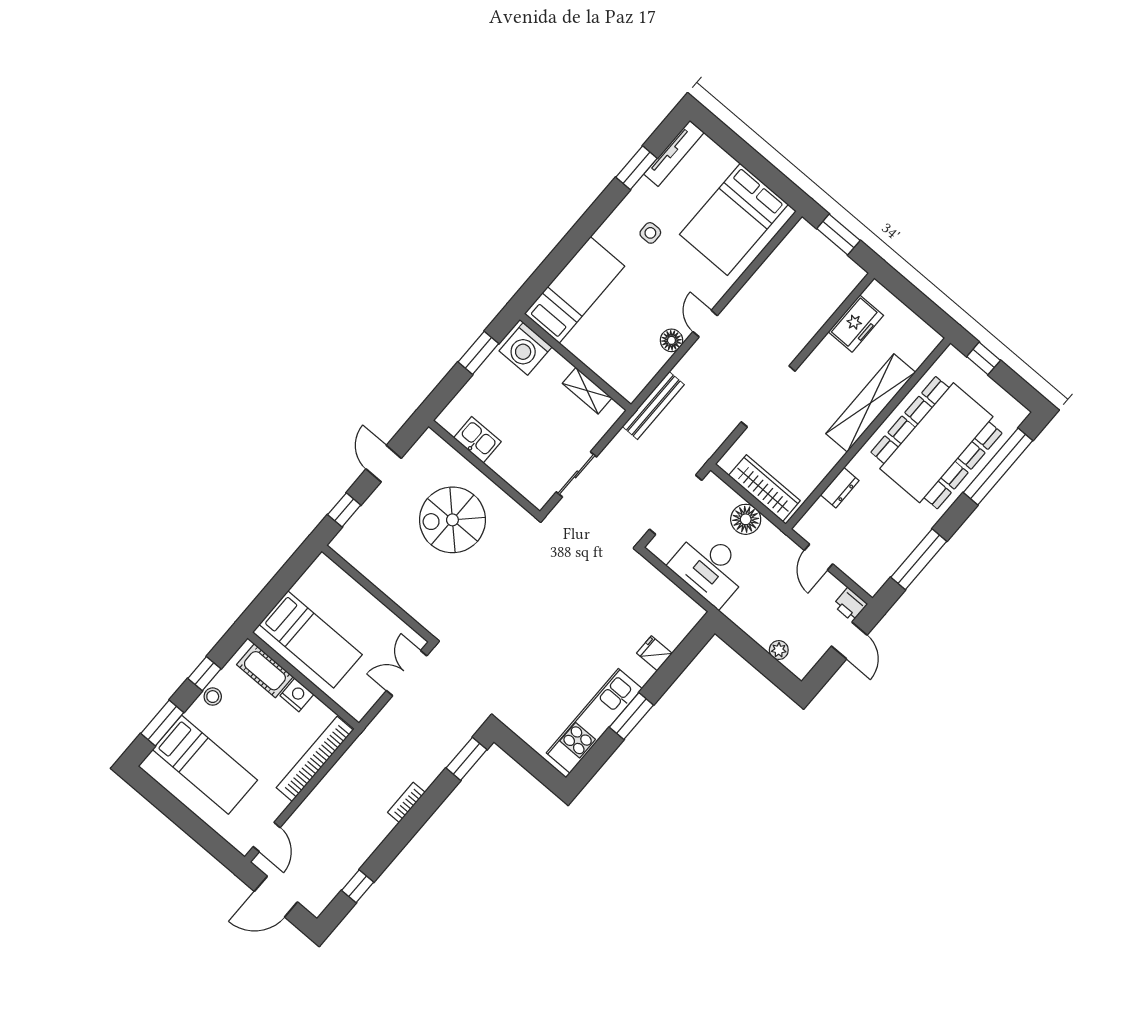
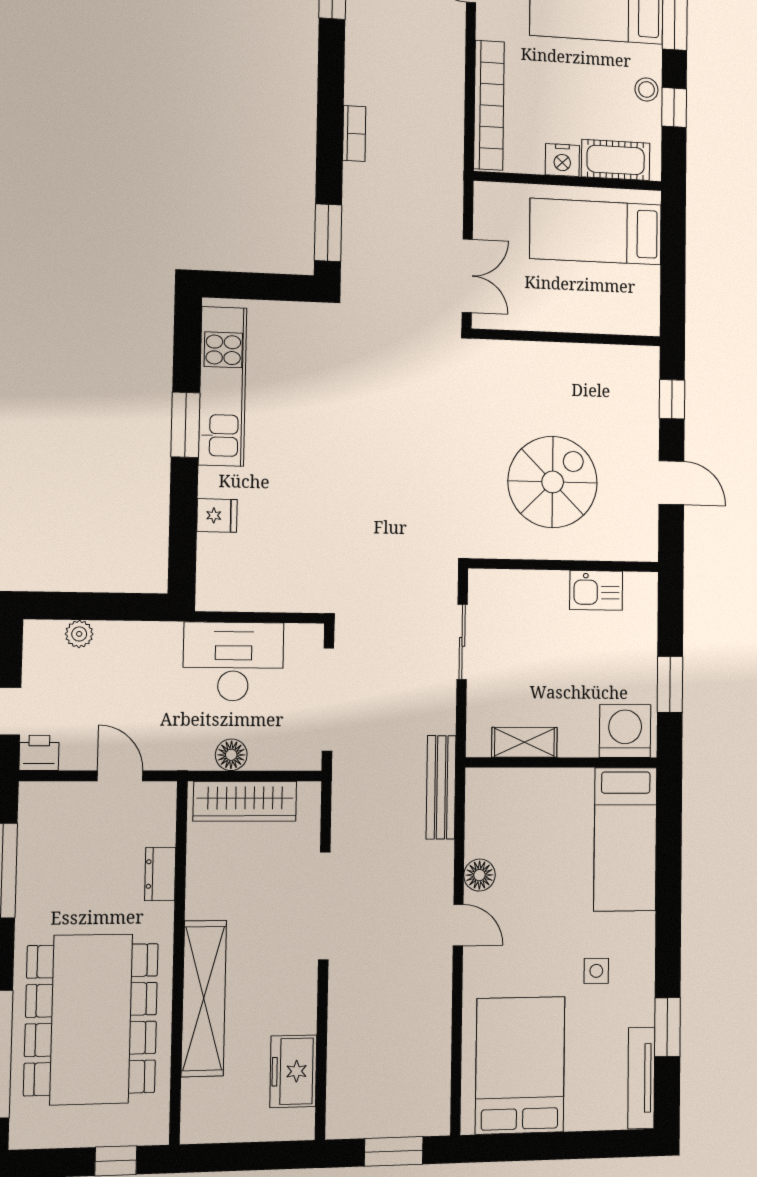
floor lamp: (746, 519) -> (231, 755), width x0.73, depth x0.73

